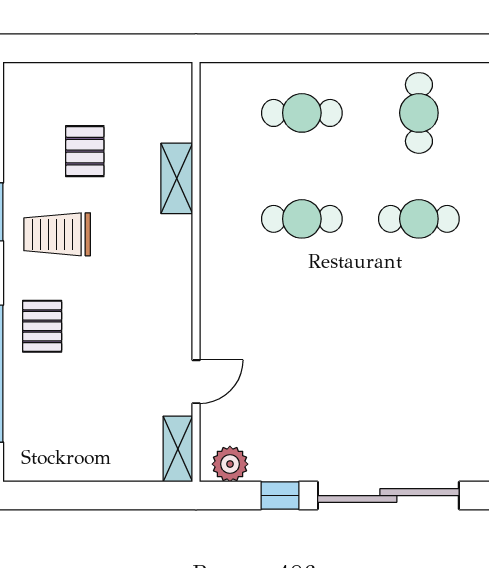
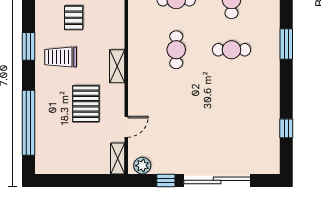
shelving: (177, 178) -> (117, 66), moved
cafe table: (302, 219) -> (176, 50), turned 90
pallet: (42, 326) -> (86, 104), moved, width x1.50, depth x1.42

